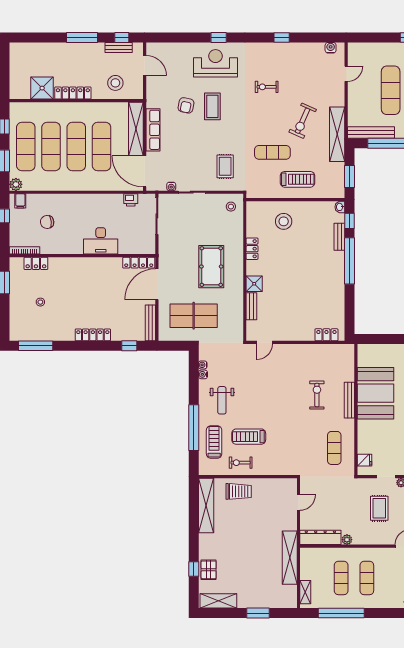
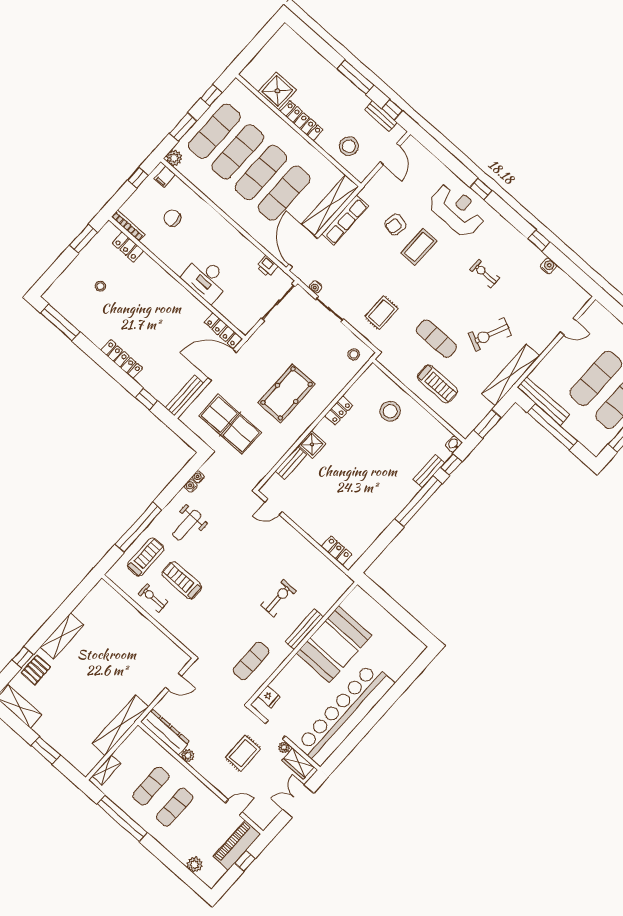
water cooler: (331, 48) -> (548, 266), moved
trolley: (239, 491) -> (128, 622), removed
shelving: (206, 505) -> (62, 636), moved, width x0.68

